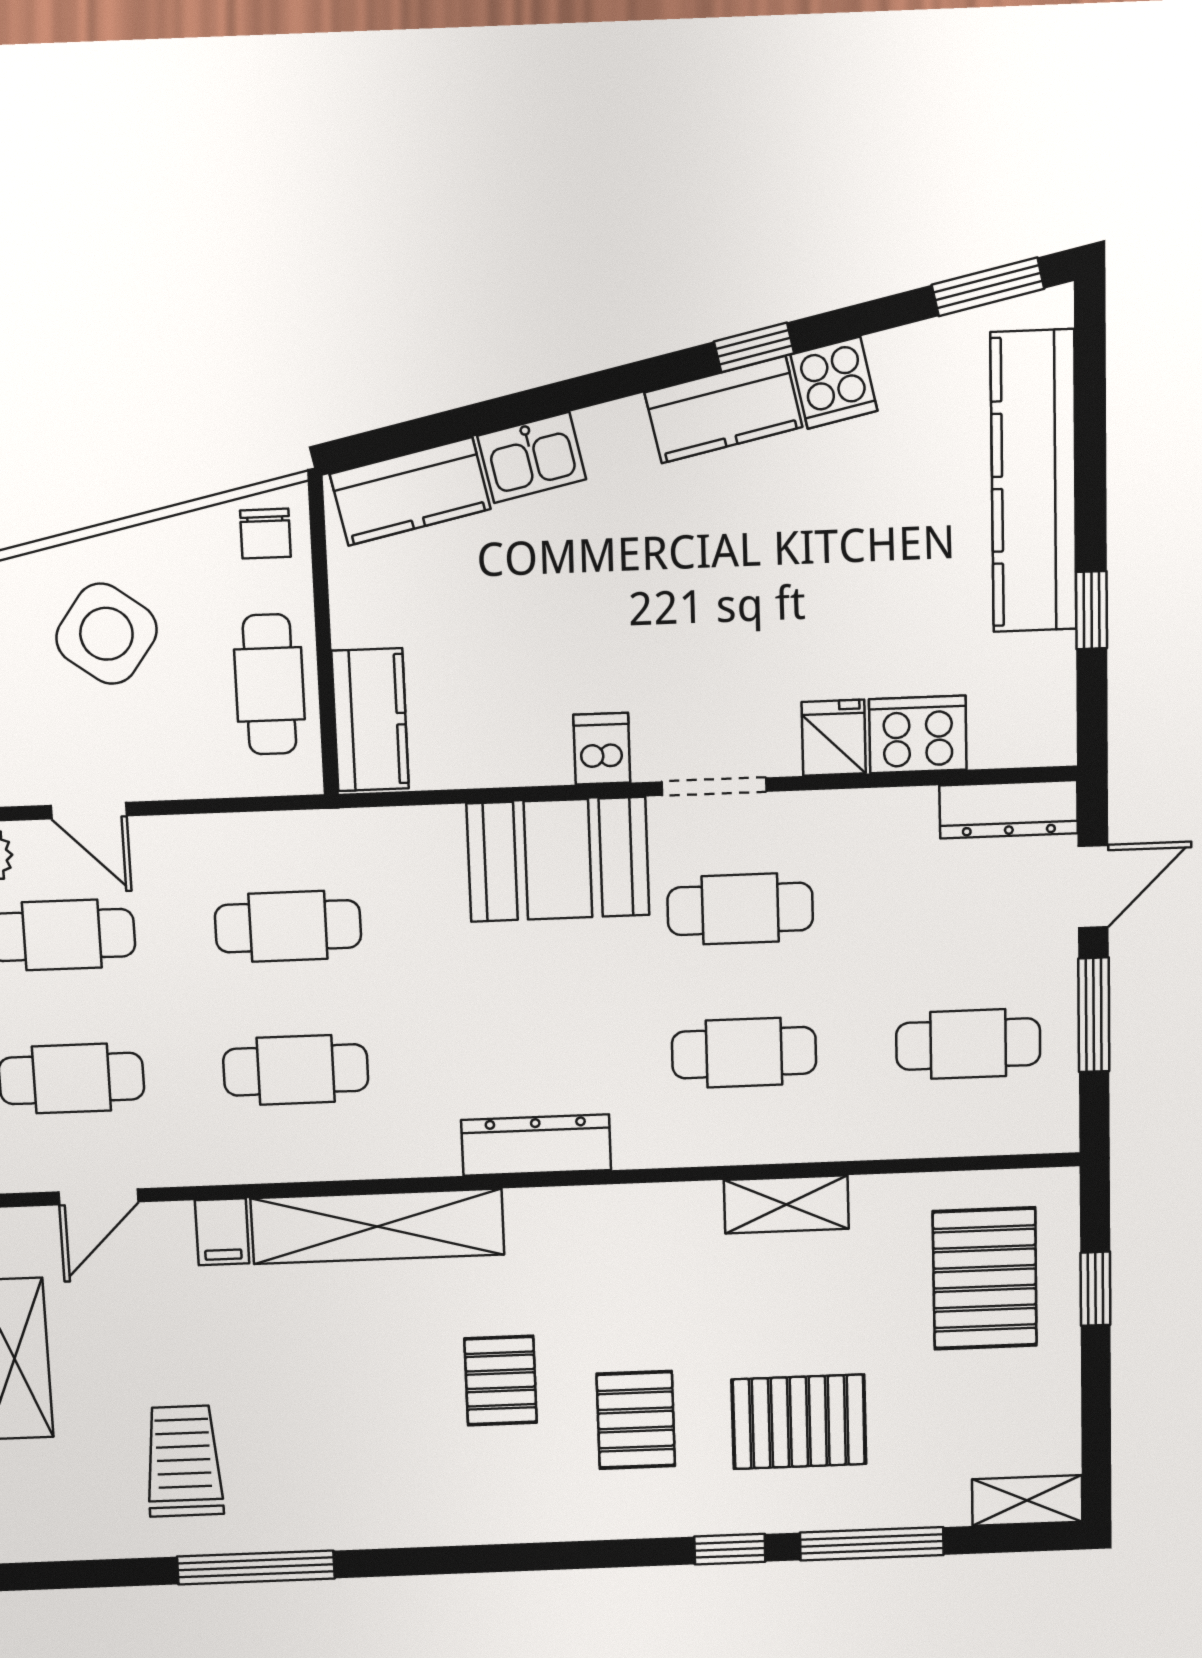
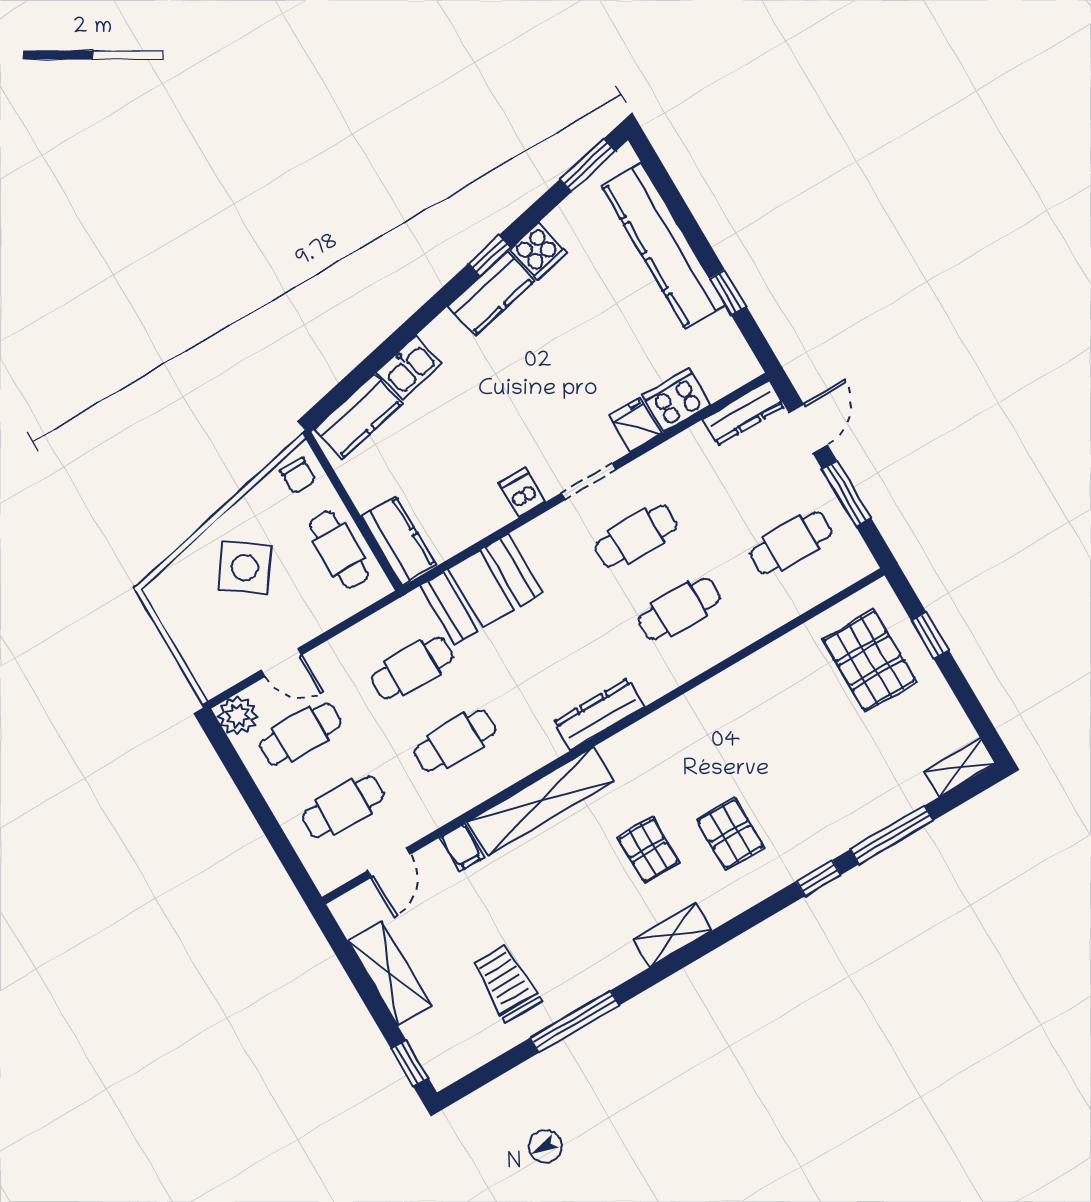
booth: (558, 859) -> (481, 589), moved
shelving: (786, 1204) -> (673, 935), moved
pallet: (799, 1422) -> (816, 789), removed

